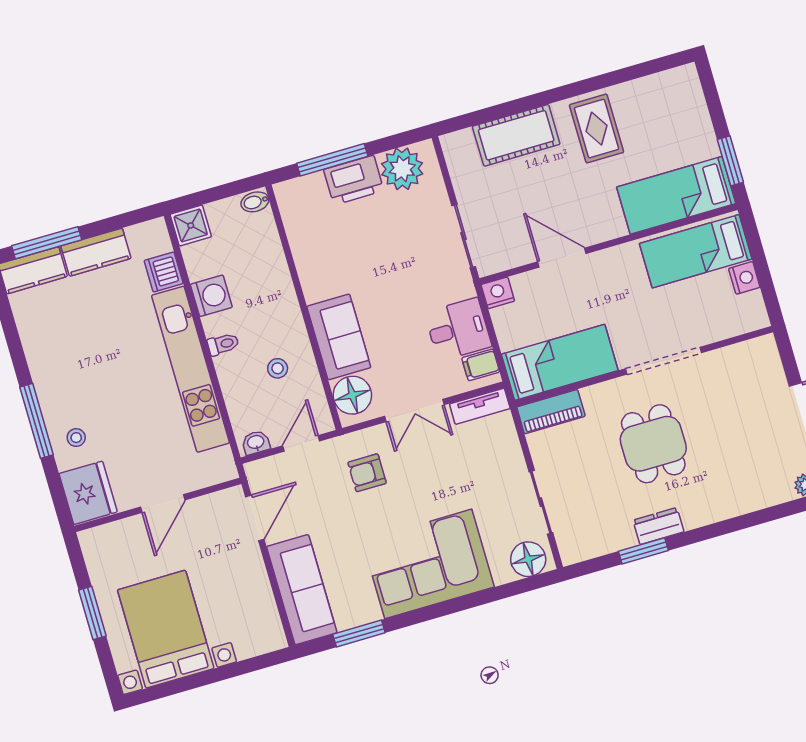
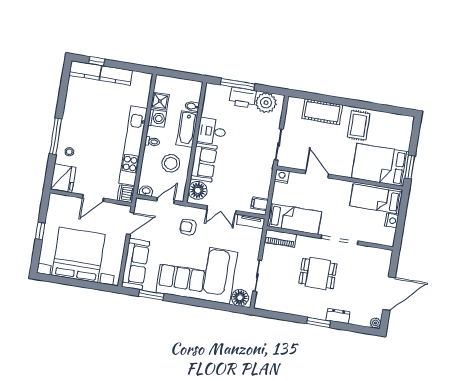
bed: (676, 195) -> (380, 165), width x1.50
bidet: (255, 202) -> (192, 106), moved
shower: (191, 225) -> (160, 101), moved
window: (47, 243) -> (97, 61), width x0.46
dishwasher: (164, 272) -> (126, 194), moved
bathtub: (277, 289) -> (187, 129), added
desk: (458, 329) -> (212, 131), moved, turned 180
stool: (278, 368) -> (171, 163), width x1.89, depth x1.89
dining table: (653, 444) -> (318, 274), turned 90
dresser: (658, 526) -> (338, 316), moved
window: (643, 551) -> (319, 322), moved
corner sofa: (428, 564) -> (197, 272), width x1.36, depth x1.36
window: (92, 613) -> (40, 231), width x0.67
bed with nightstands: (166, 629) -> (79, 255), width x1.36

